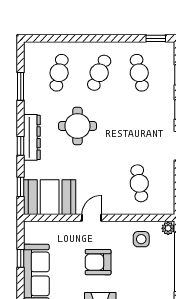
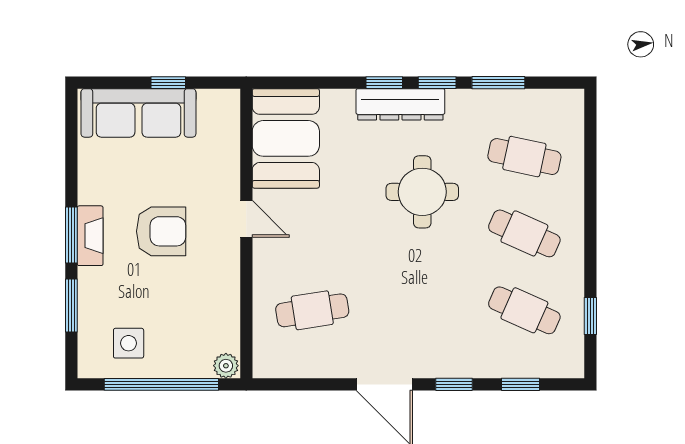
window: (156, 38) -> (590, 316), moved
cafe table: (139, 73) -> (524, 310), turned 36
window: (21, 187) -> (437, 83), moved
side table: (141, 239) -> (129, 343), moved
armchair: (98, 262) -> (161, 231), turned 90

